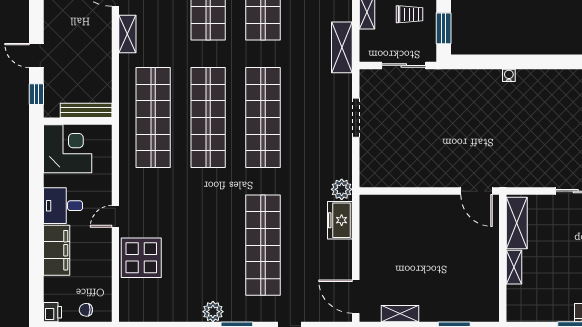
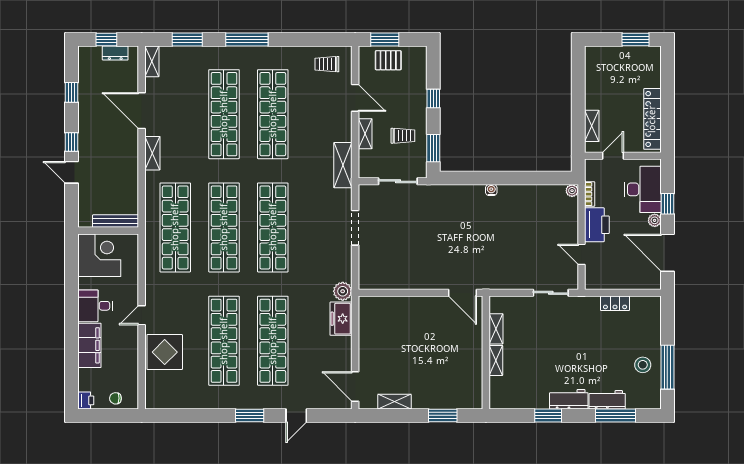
window: (36, 94) -> (72, 142), moved
shelving: (517, 223) -> (496, 329), width x0.67, depth x0.75
shop shelf: (208, 245) -> (224, 341), added
plant: (213, 312) -> (228, 400), removed

